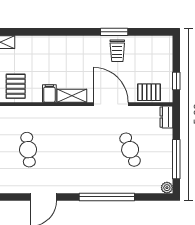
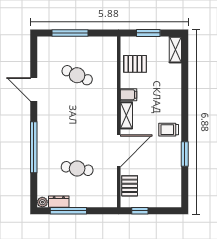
trolley: (117, 51) -> (169, 130), moved
dresser: (166, 117) -> (59, 202), moved
cafe table: (28, 150) -> (77, 75), turned 30
cafe table: (130, 150) -> (77, 169), turned 30

